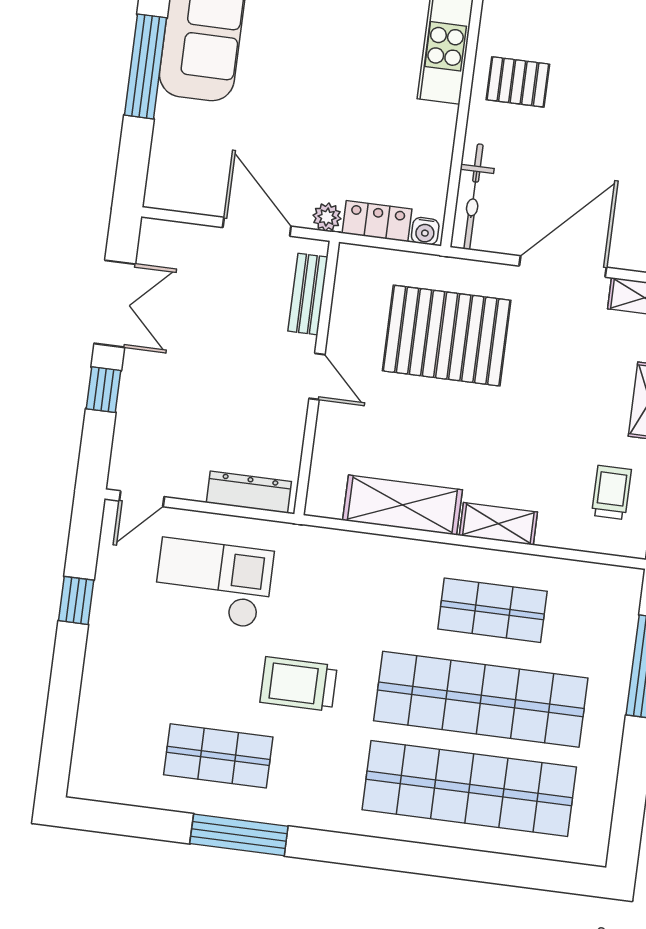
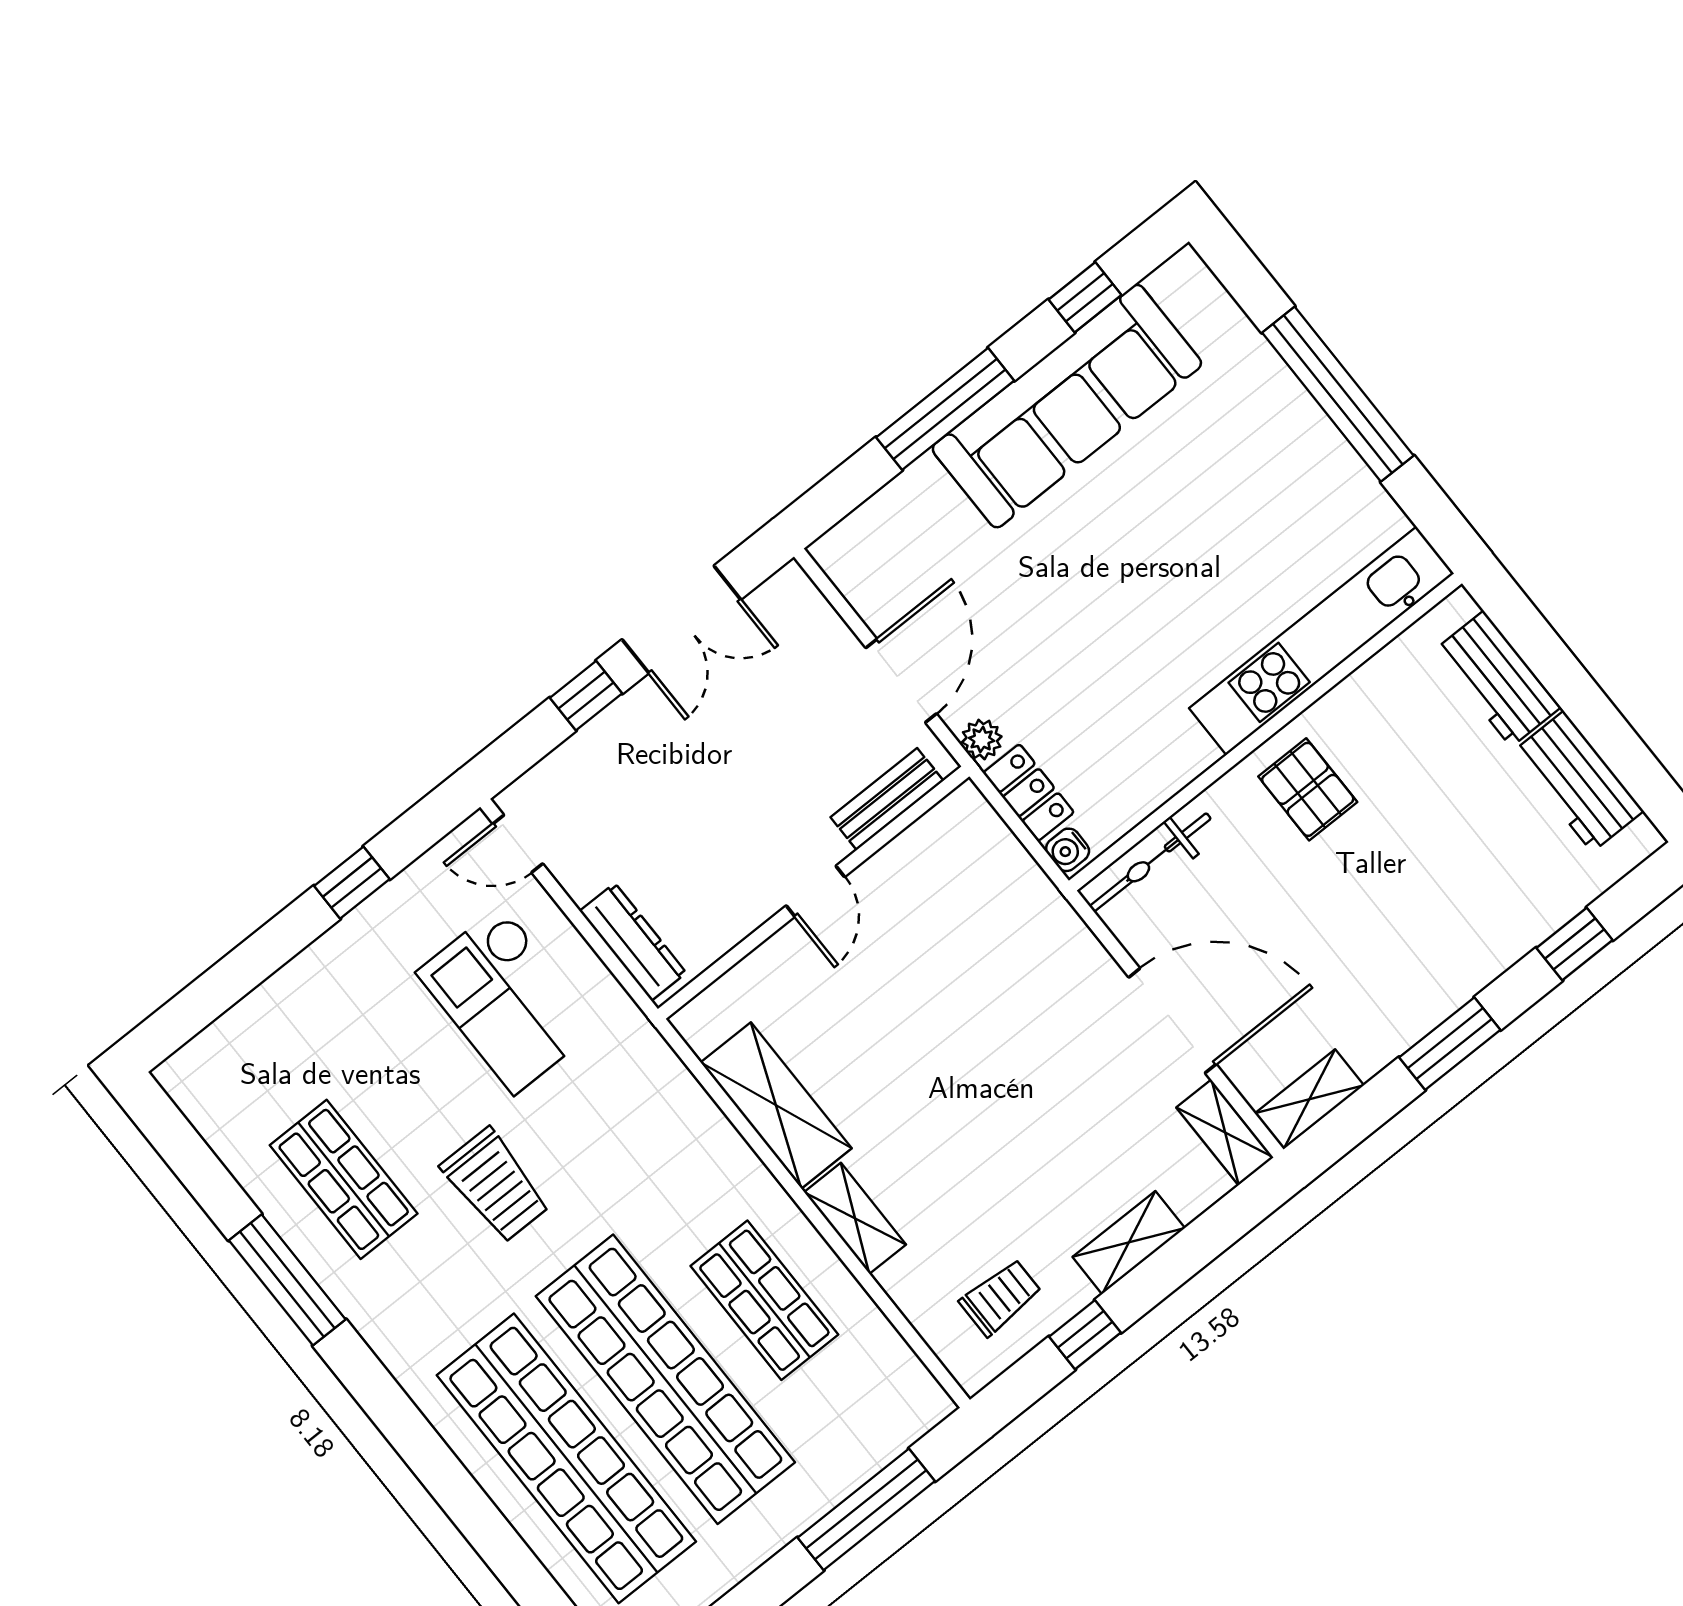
pallet: (447, 336) -> (987, 977), removed
checkout: (213, 583) -> (508, 1000), turned 180
trolley: (299, 684) -> (496, 1185), turned 180

